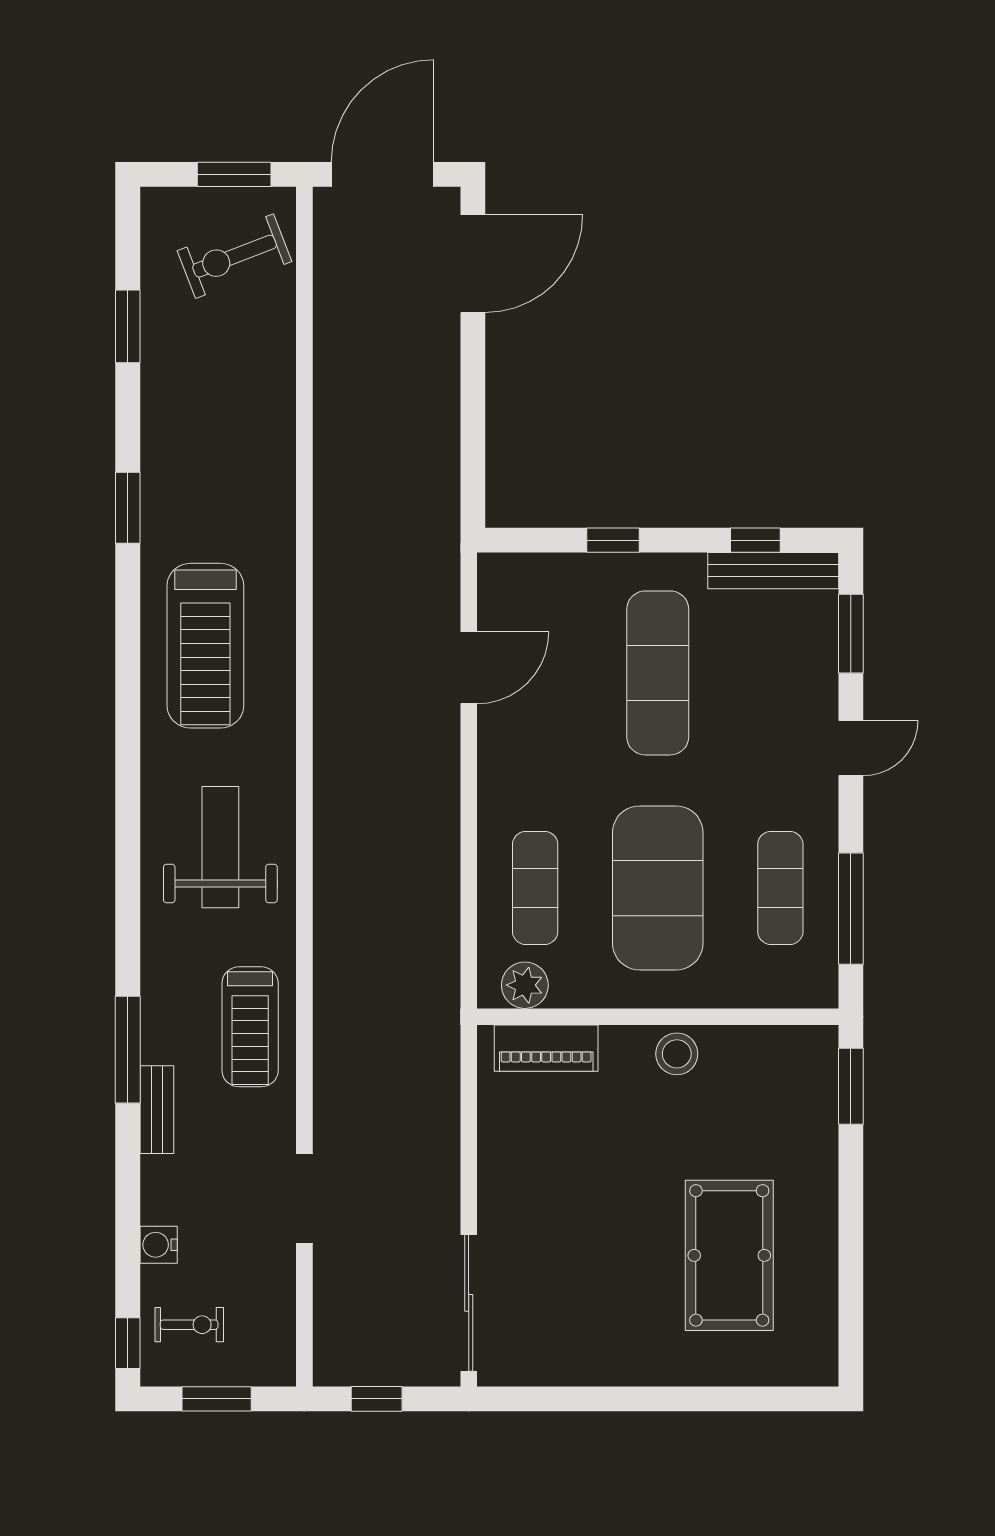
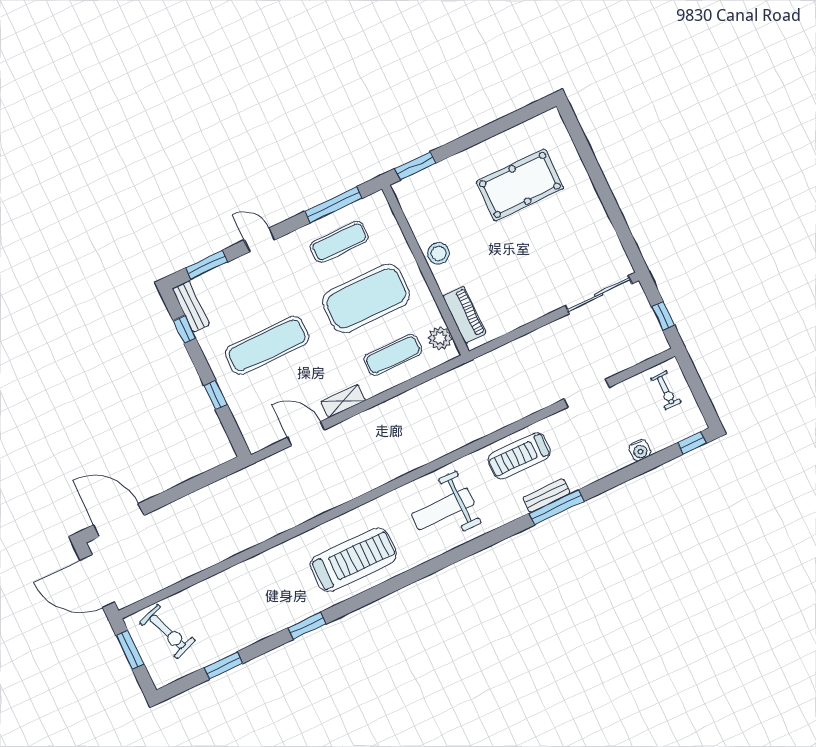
bench: (773, 571) -> (191, 306), width x0.73
shelving: (495, 761) -> (343, 401), added
treadmill: (250, 1027) -> (519, 456), turned 180
bench: (157, 1110) -> (547, 496), moved
exercise bike: (189, 1325) -> (666, 390), moved, turned 180
window: (217, 1399) -> (698, 390), removed

